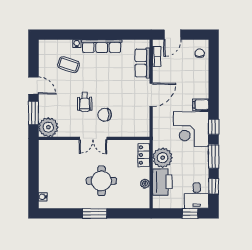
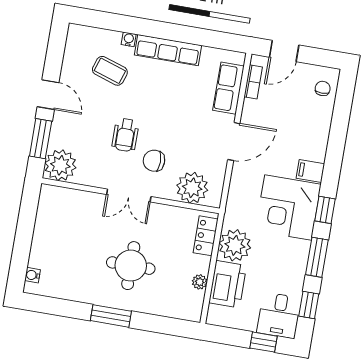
plant: (131, 127) -> (192, 188), added

